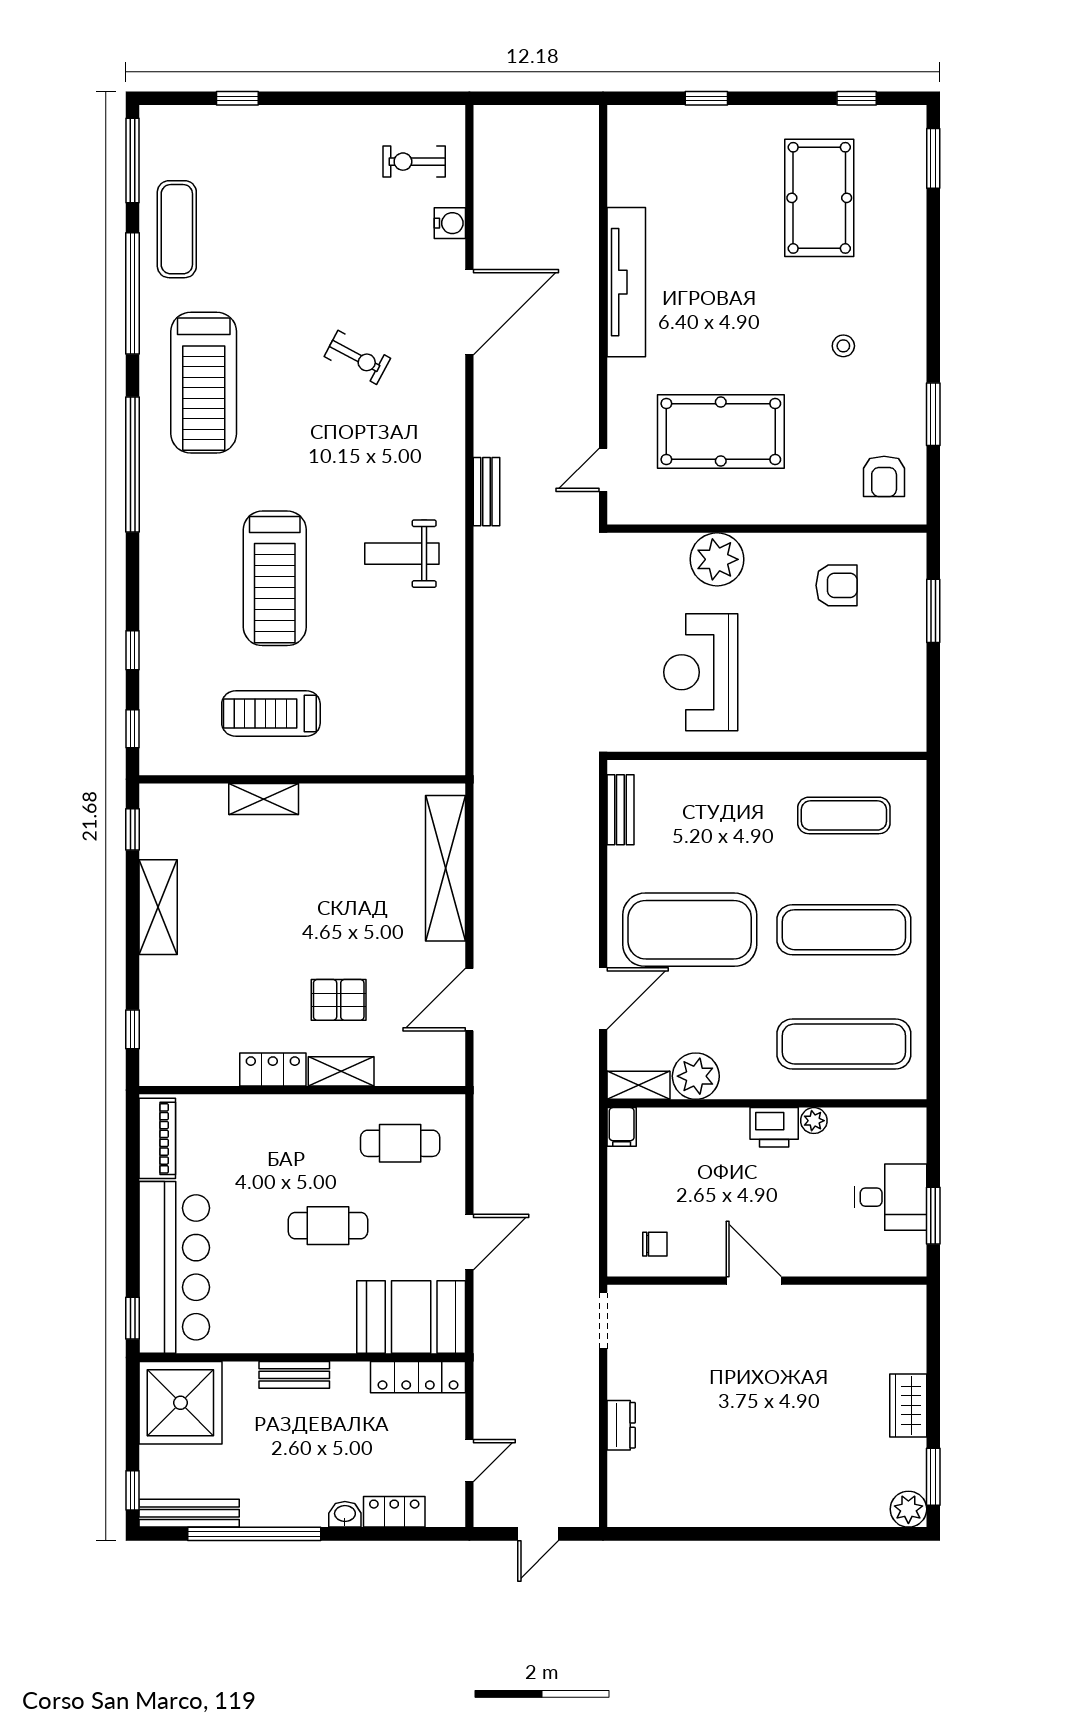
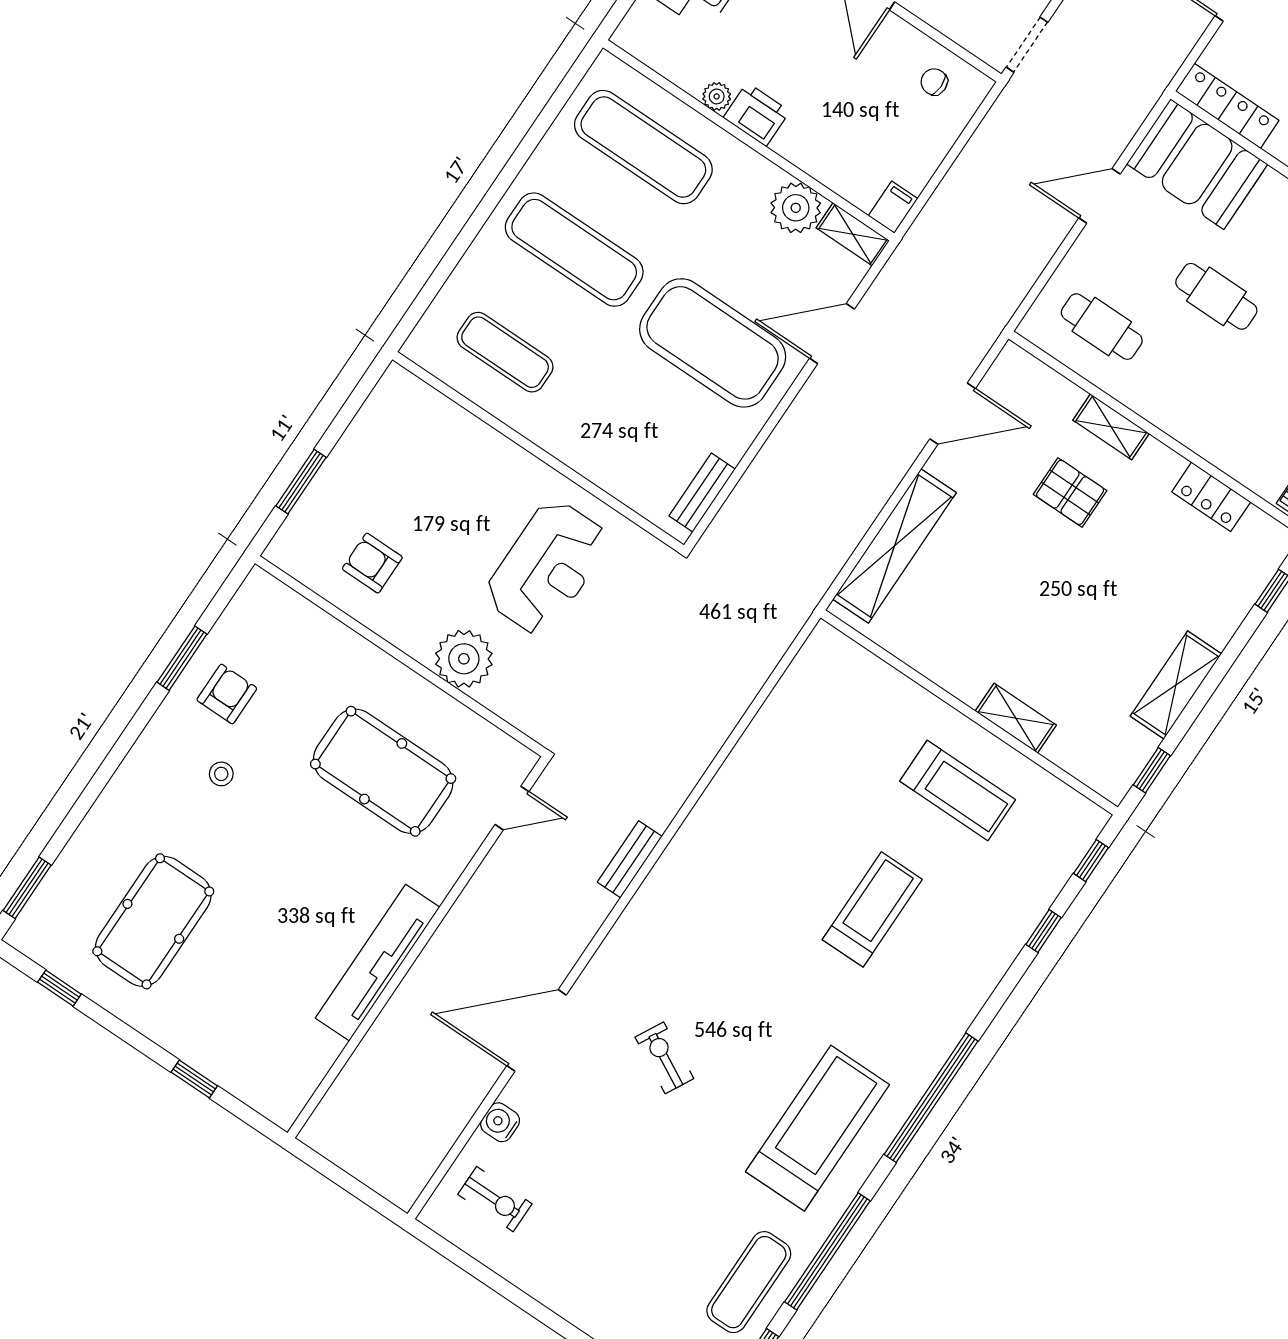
armchair: (884, 476) -> (227, 694), moved
weight bench: (402, 554) -> (743, 855), removed
treadmill: (275, 578) -> (872, 909), width x0.73, depth x0.73
locker: (273, 1069) -> (1211, 497), moved

